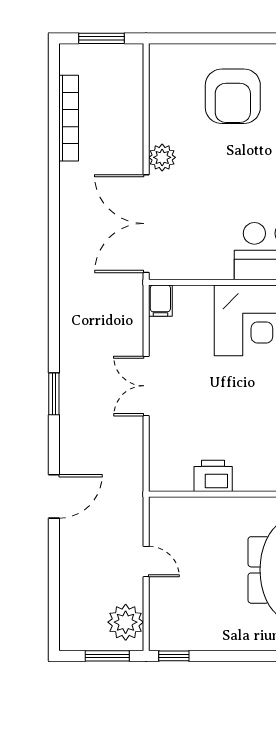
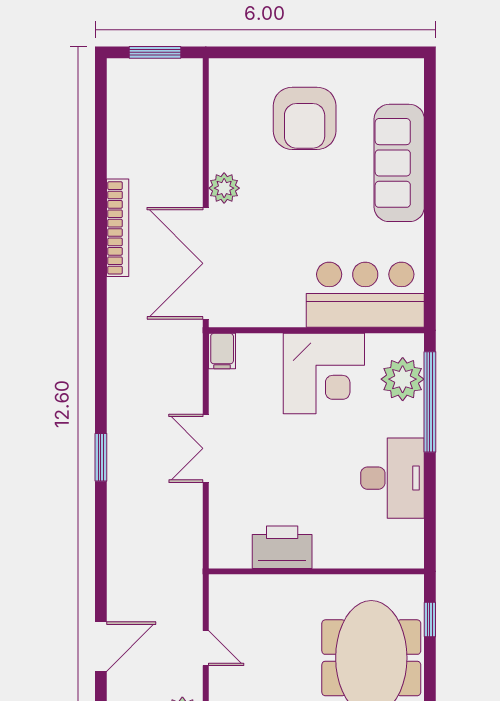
bookcase: (69, 118) -> (118, 228), moved
printer: (213, 476) -> (282, 547), width x1.37, depth x1.19
door: (54, 496) -> (101, 647), moved

